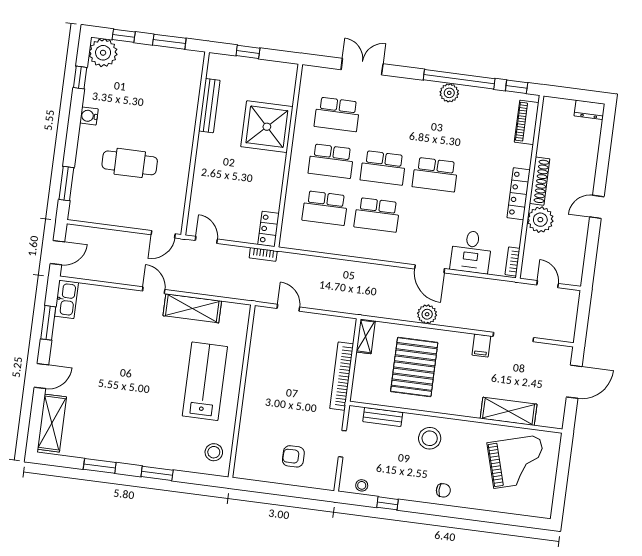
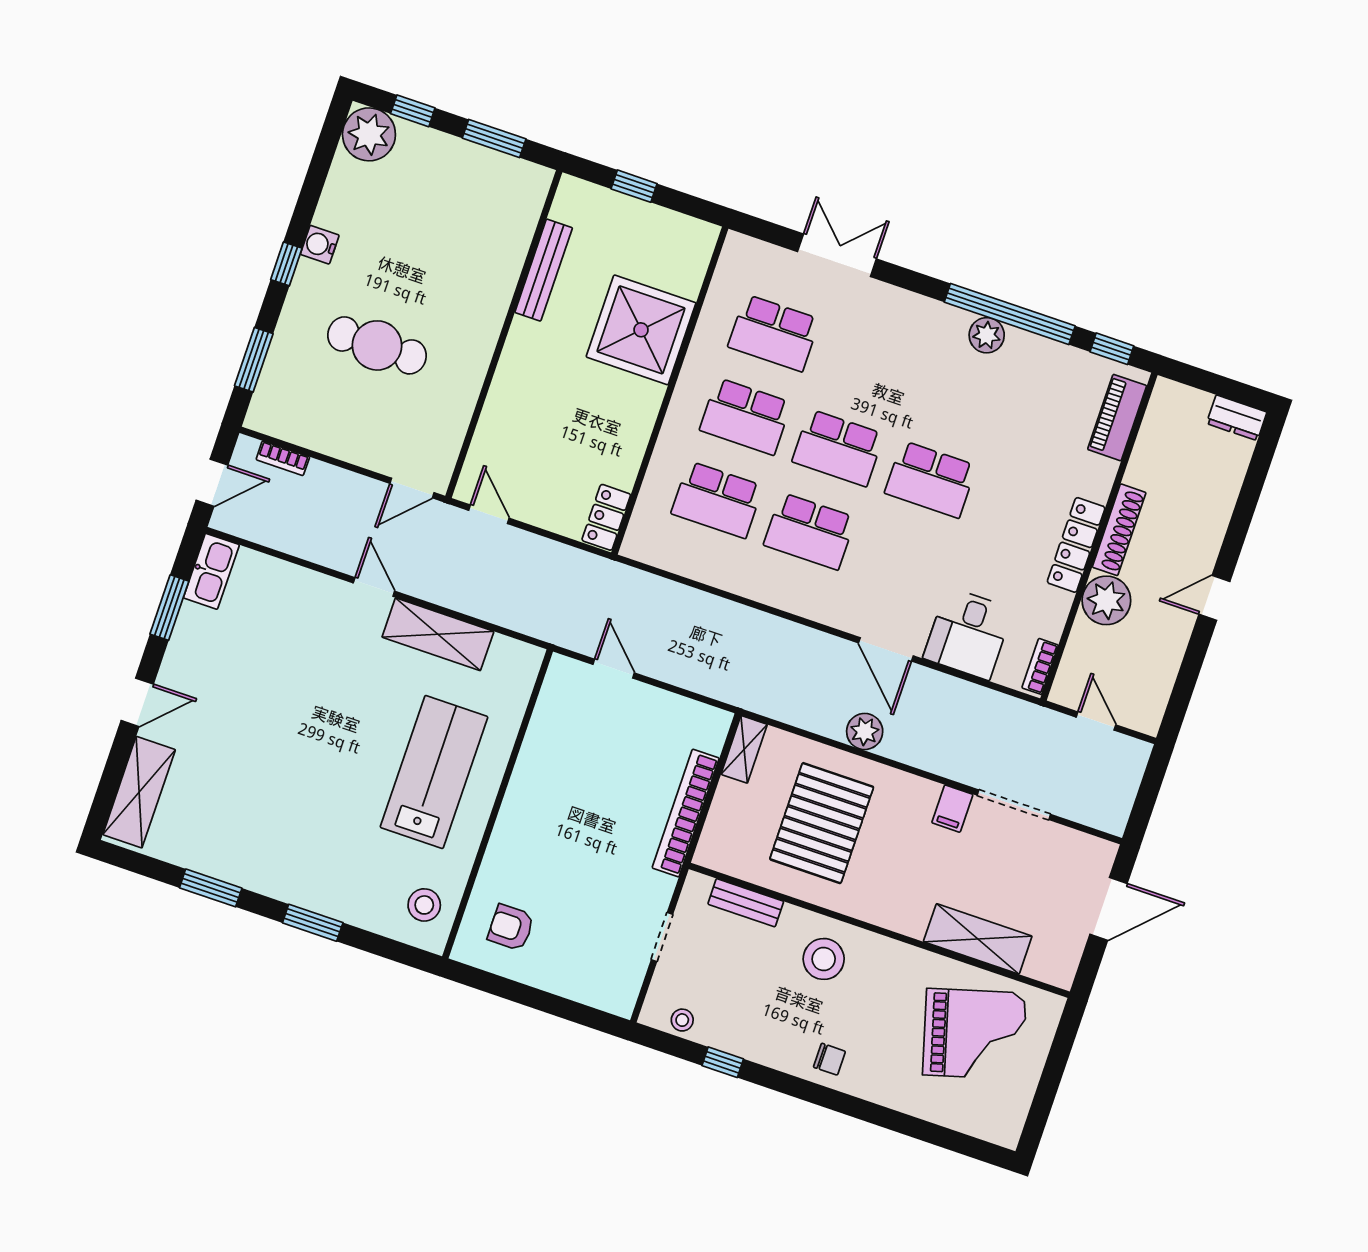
window: (80, 78) -> (286, 264), moved
bookcase: (263, 254) -> (283, 458), moved
armchair: (293, 456) -> (511, 927), moved

